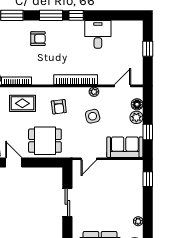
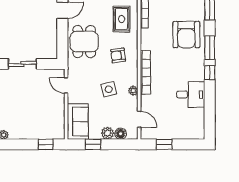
armchair: (38, 39) -> (186, 35), width x1.88, depth x1.88
window: (148, 49) -> (164, 144), moved

